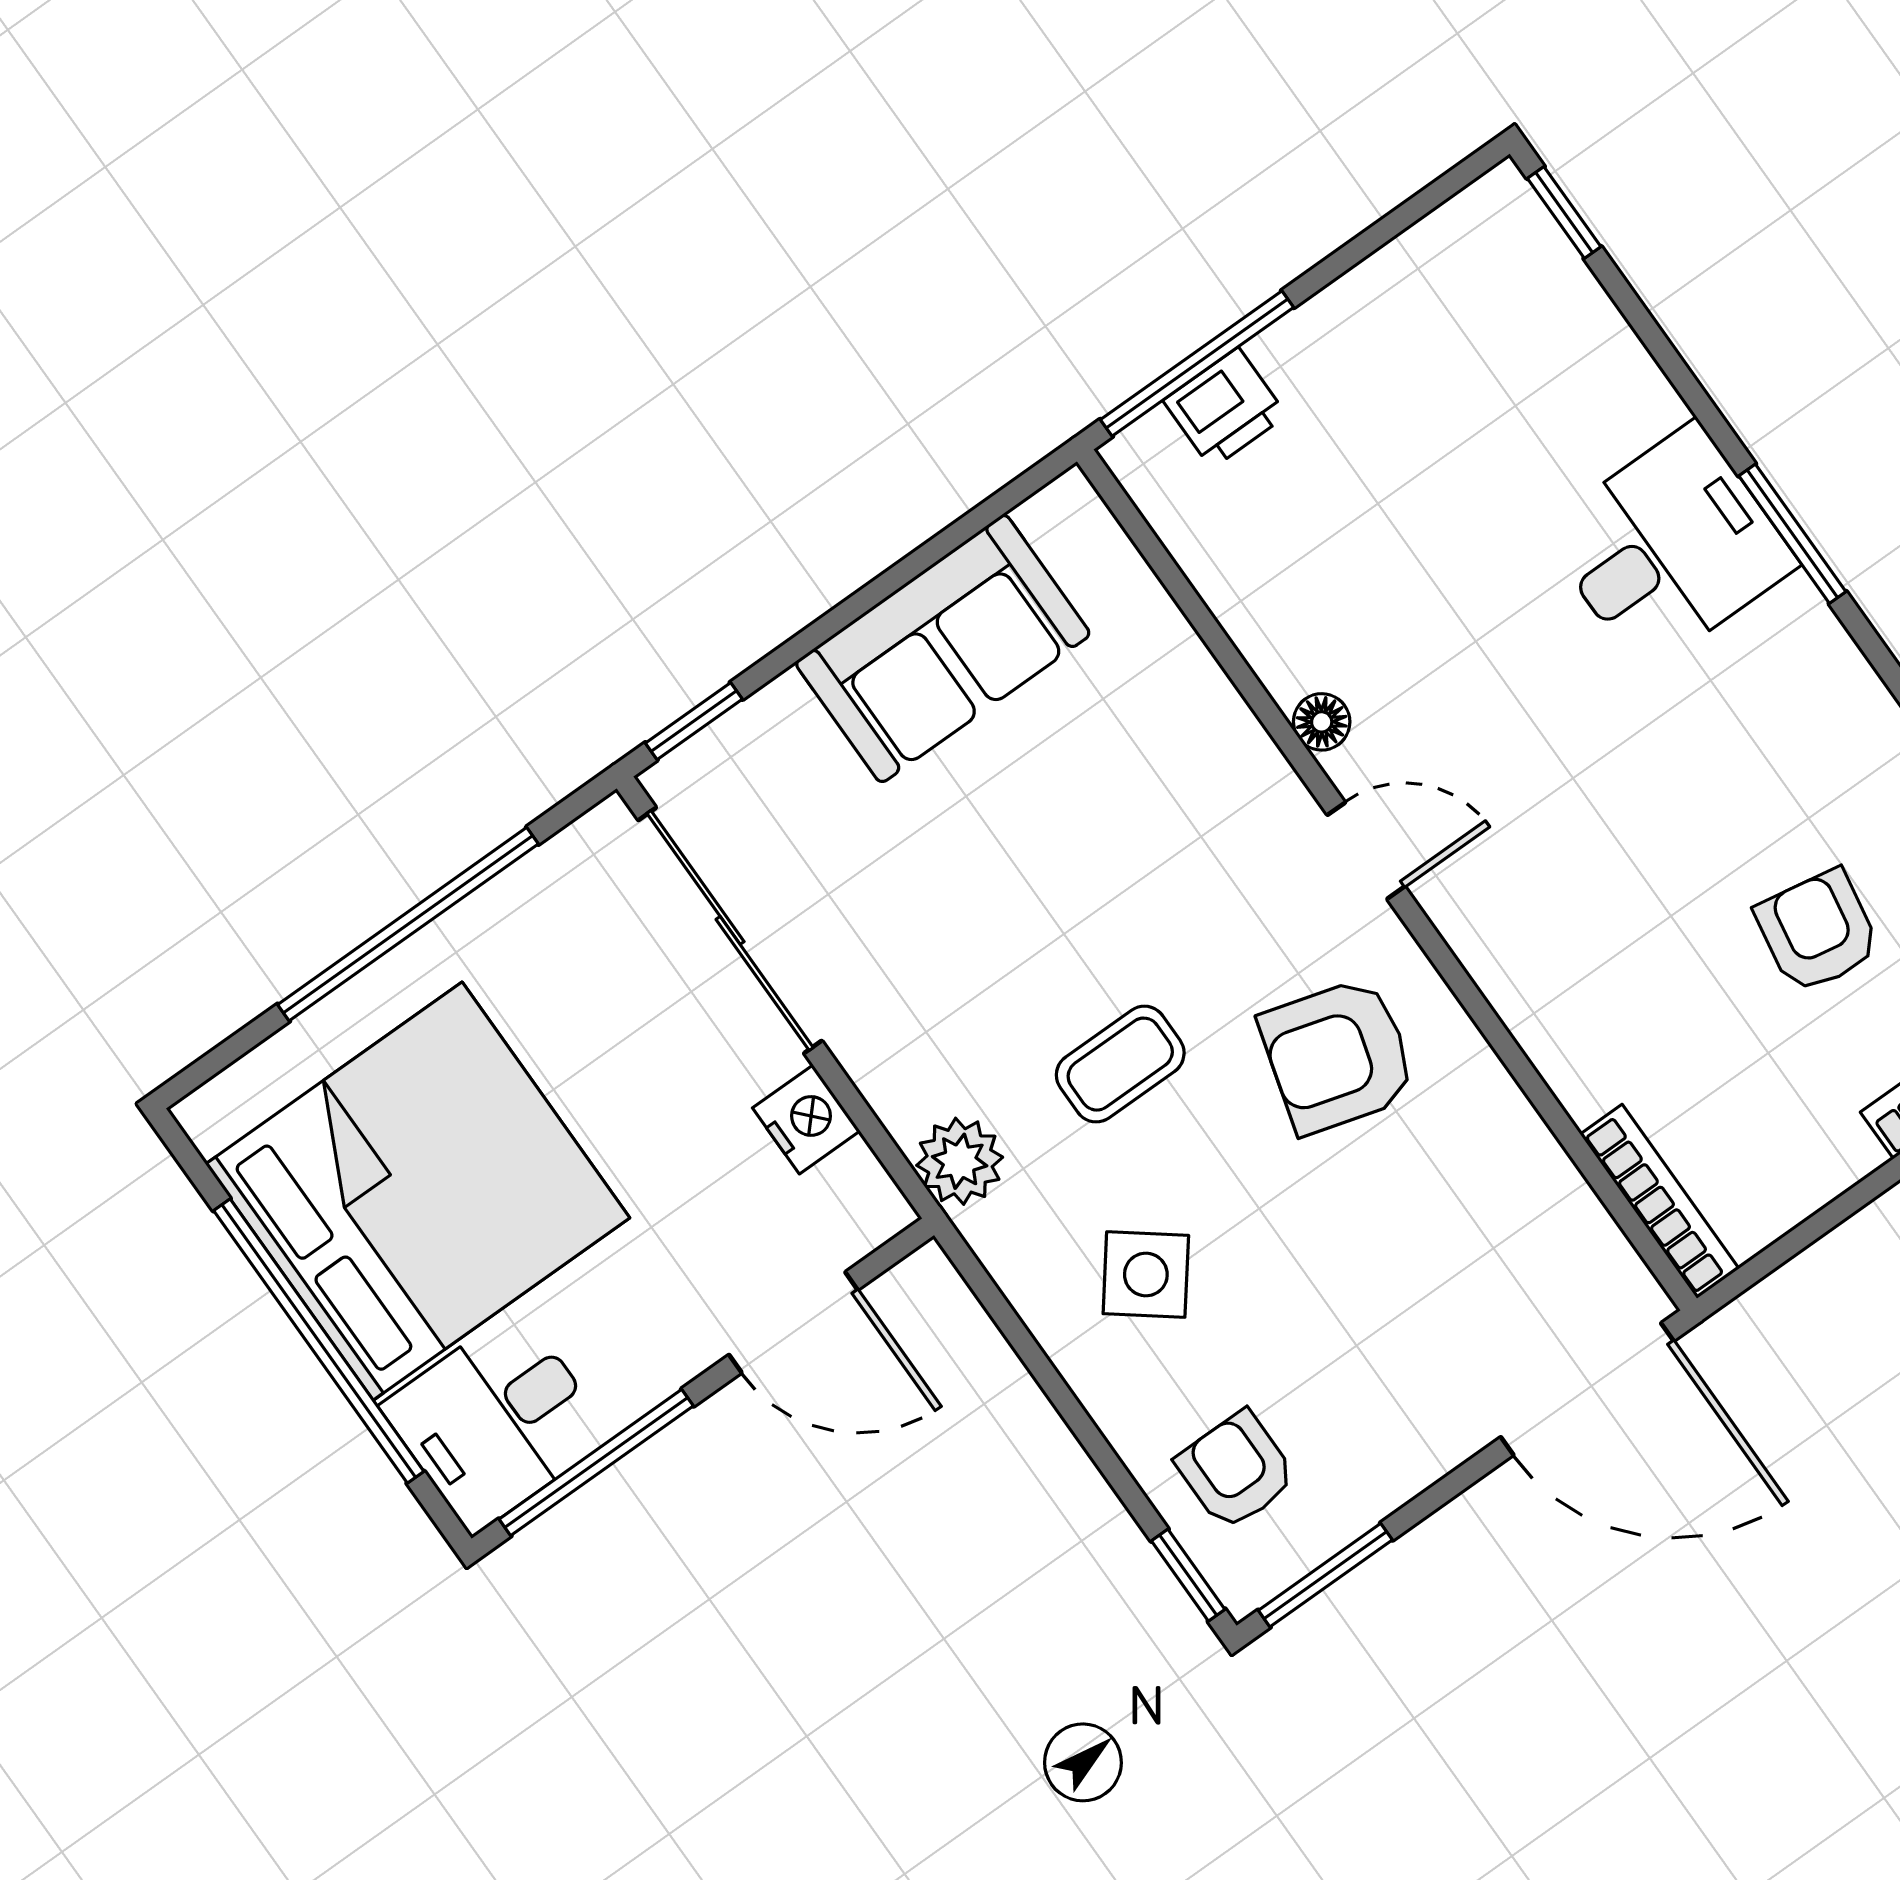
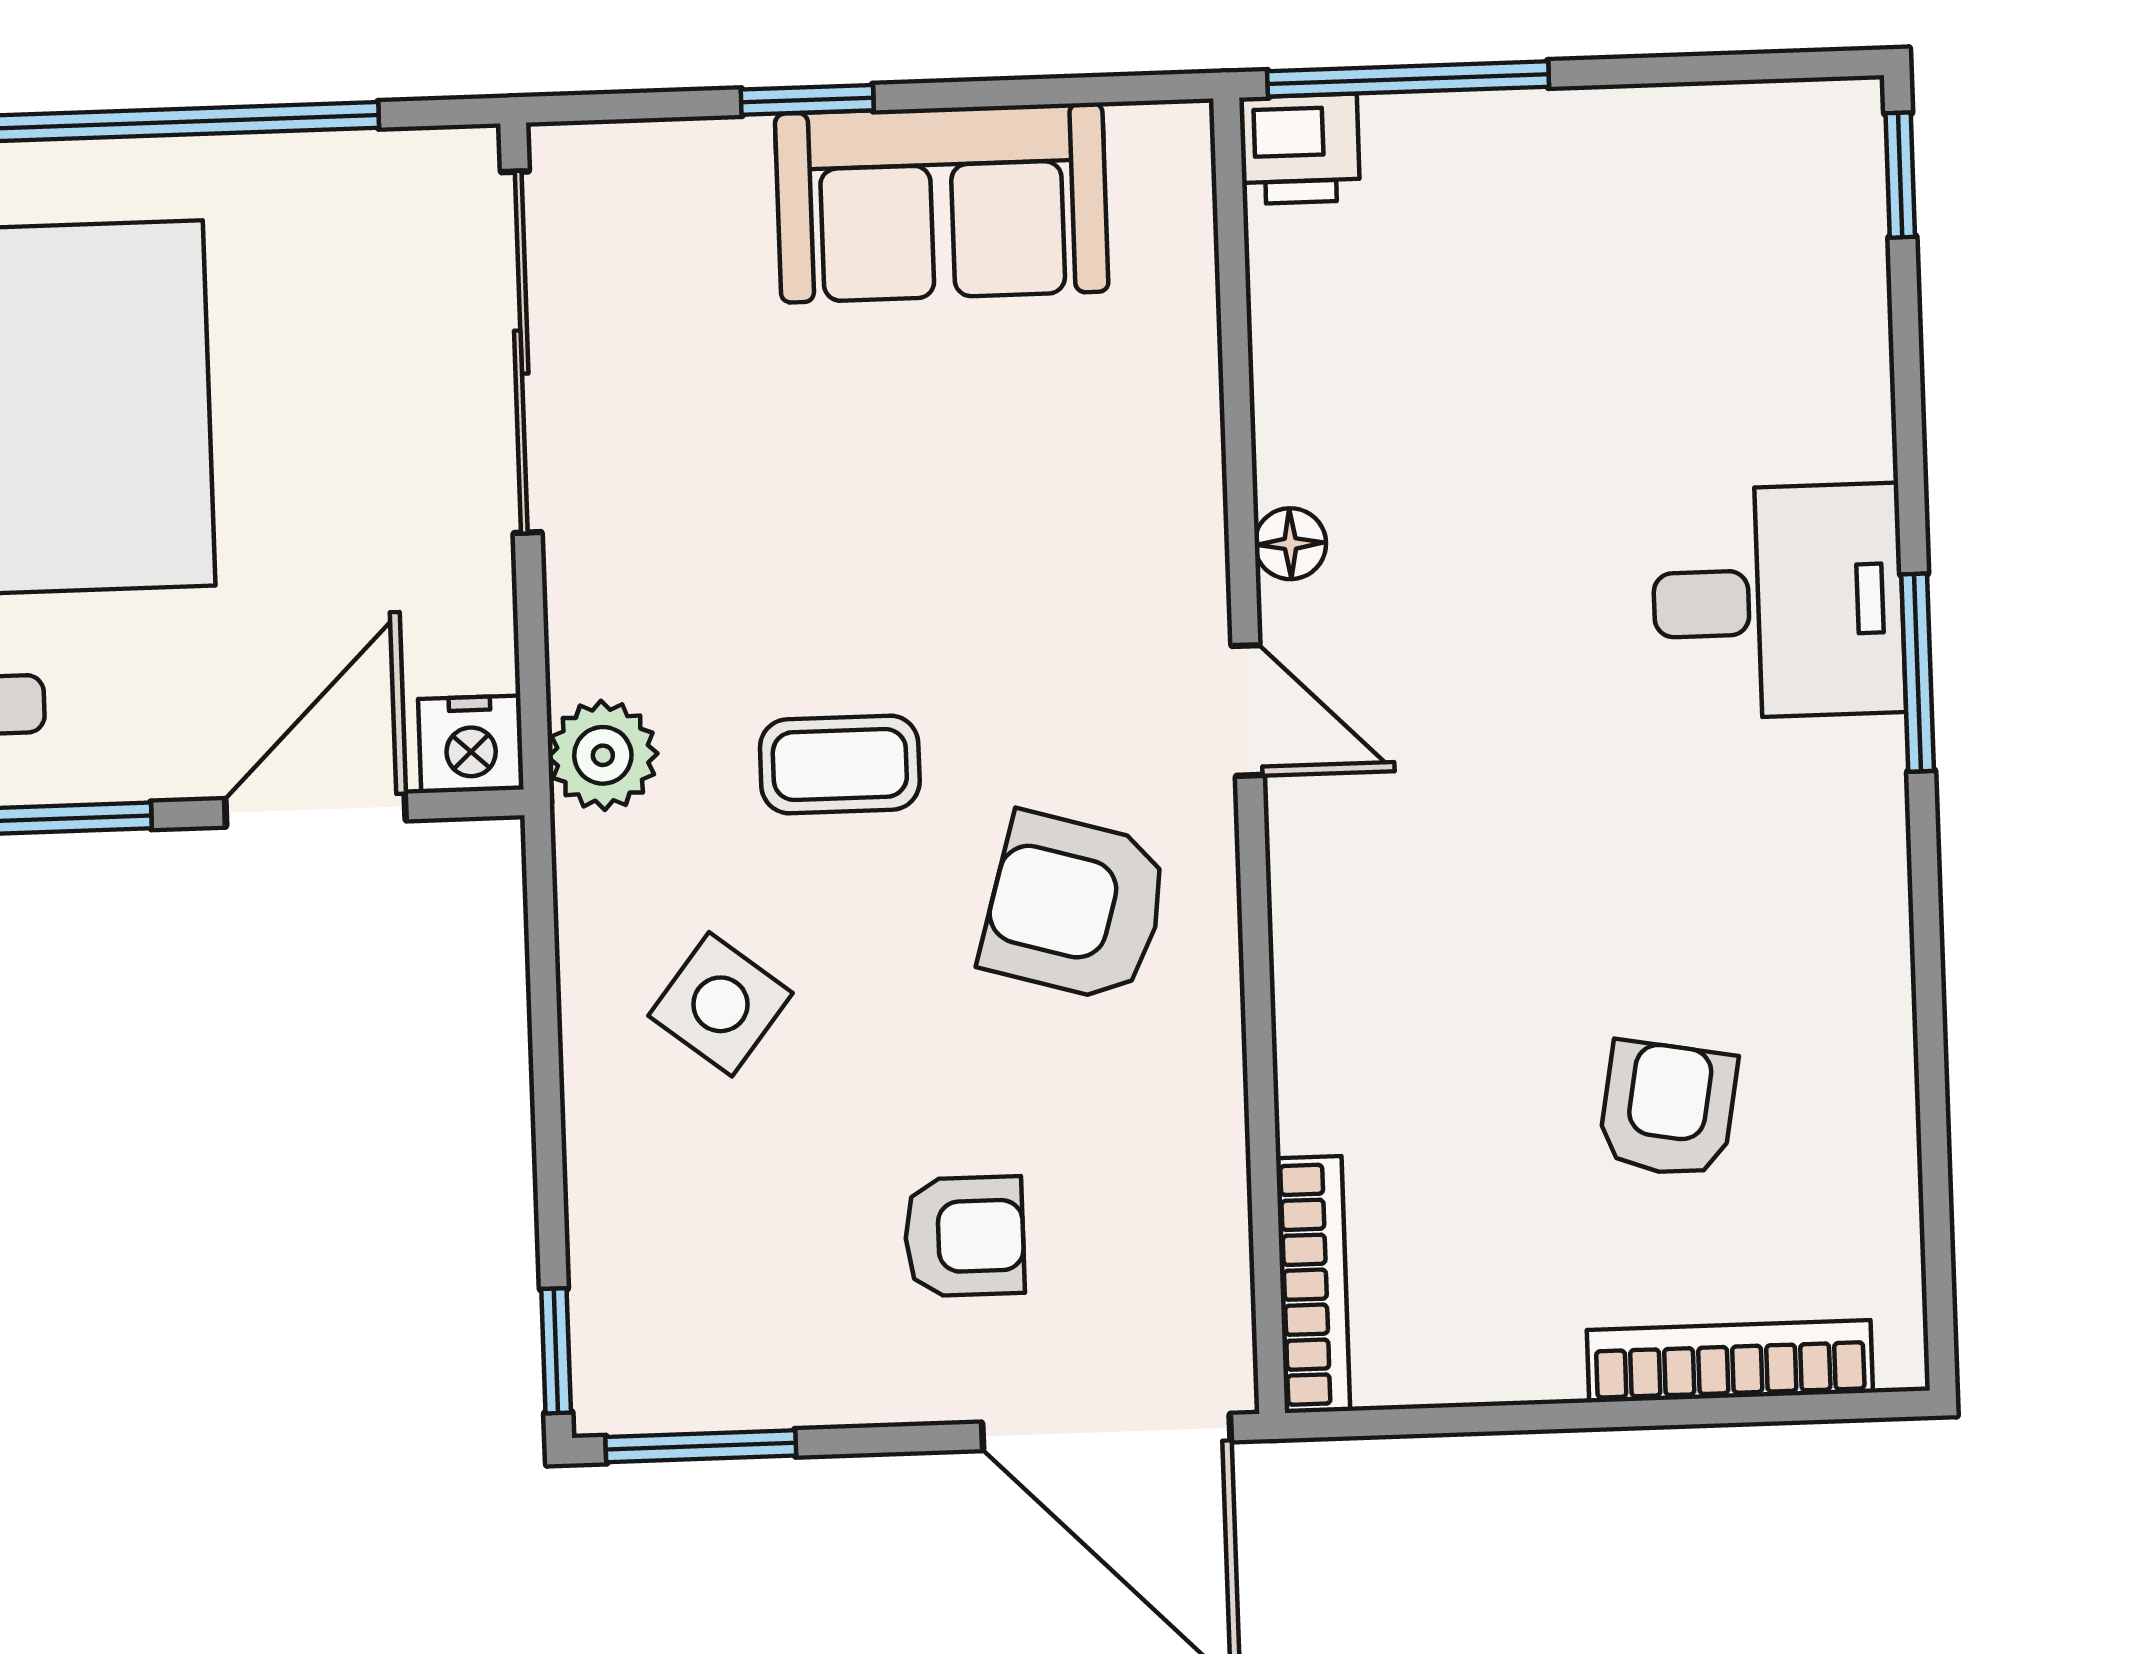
printer: (1225, 408) -> (1300, 149), moved
window: (694, 721) -> (807, 100), moved
nightstand: (806, 1119) -> (471, 744), moved, turned 90
door: (793, 1322) -> (315, 810), swing flipped
armchair: (1236, 1470) -> (964, 1236), moved, turned 90

